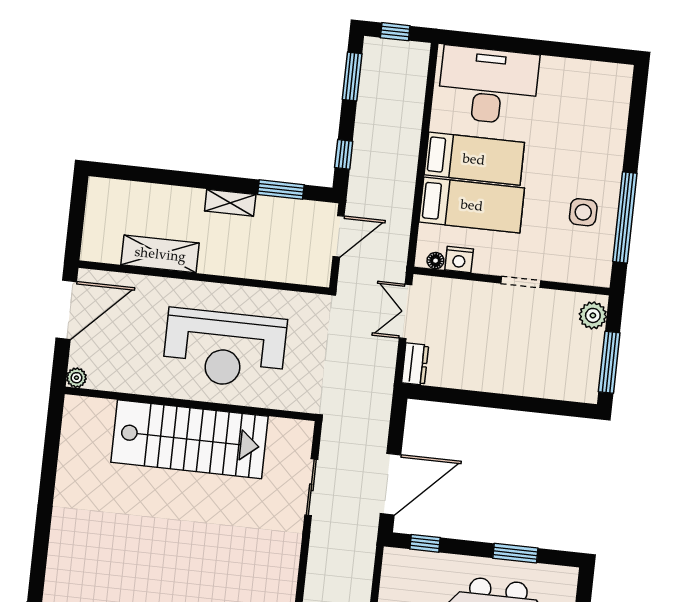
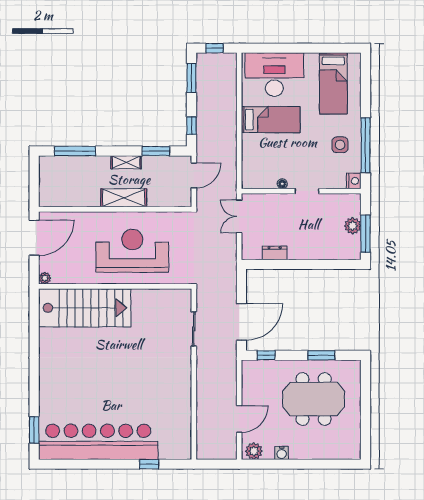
window: (149, 175) -> (75, 151), added
bed: (472, 205) -> (333, 83), moved, turned 90
shelving: (160, 254) -> (124, 198), moved
nightstand: (459, 259) -> (354, 181), moved, turned -90
floor lamp: (435, 261) -> (282, 184), moved
plant: (593, 315) -> (353, 226), moved
reception desk: (224, 349) -> (132, 251), turned 180
dresser: (415, 364) -> (275, 253), moved, turned -90
stairs: (190, 439) -> (85, 308), moved

